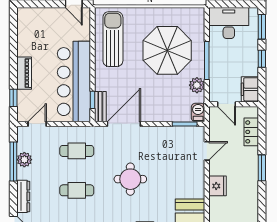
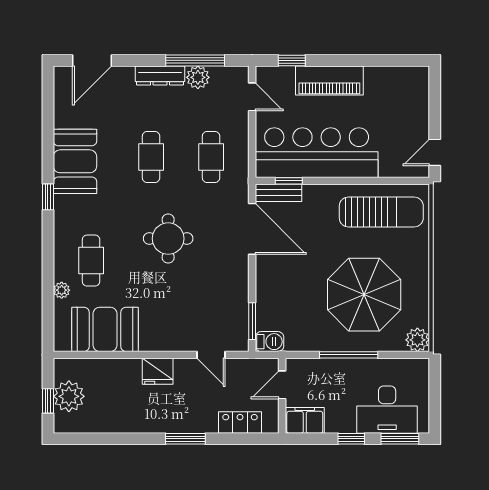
desk: (229, 23) -> (387, 410), moved, turned 90
piano: (24, 73) -> (329, 81), width x1.37, depth x1.33
plant: (197, 85) -> (417, 340), moved
dresser: (23, 196) -> (160, 76), moved

